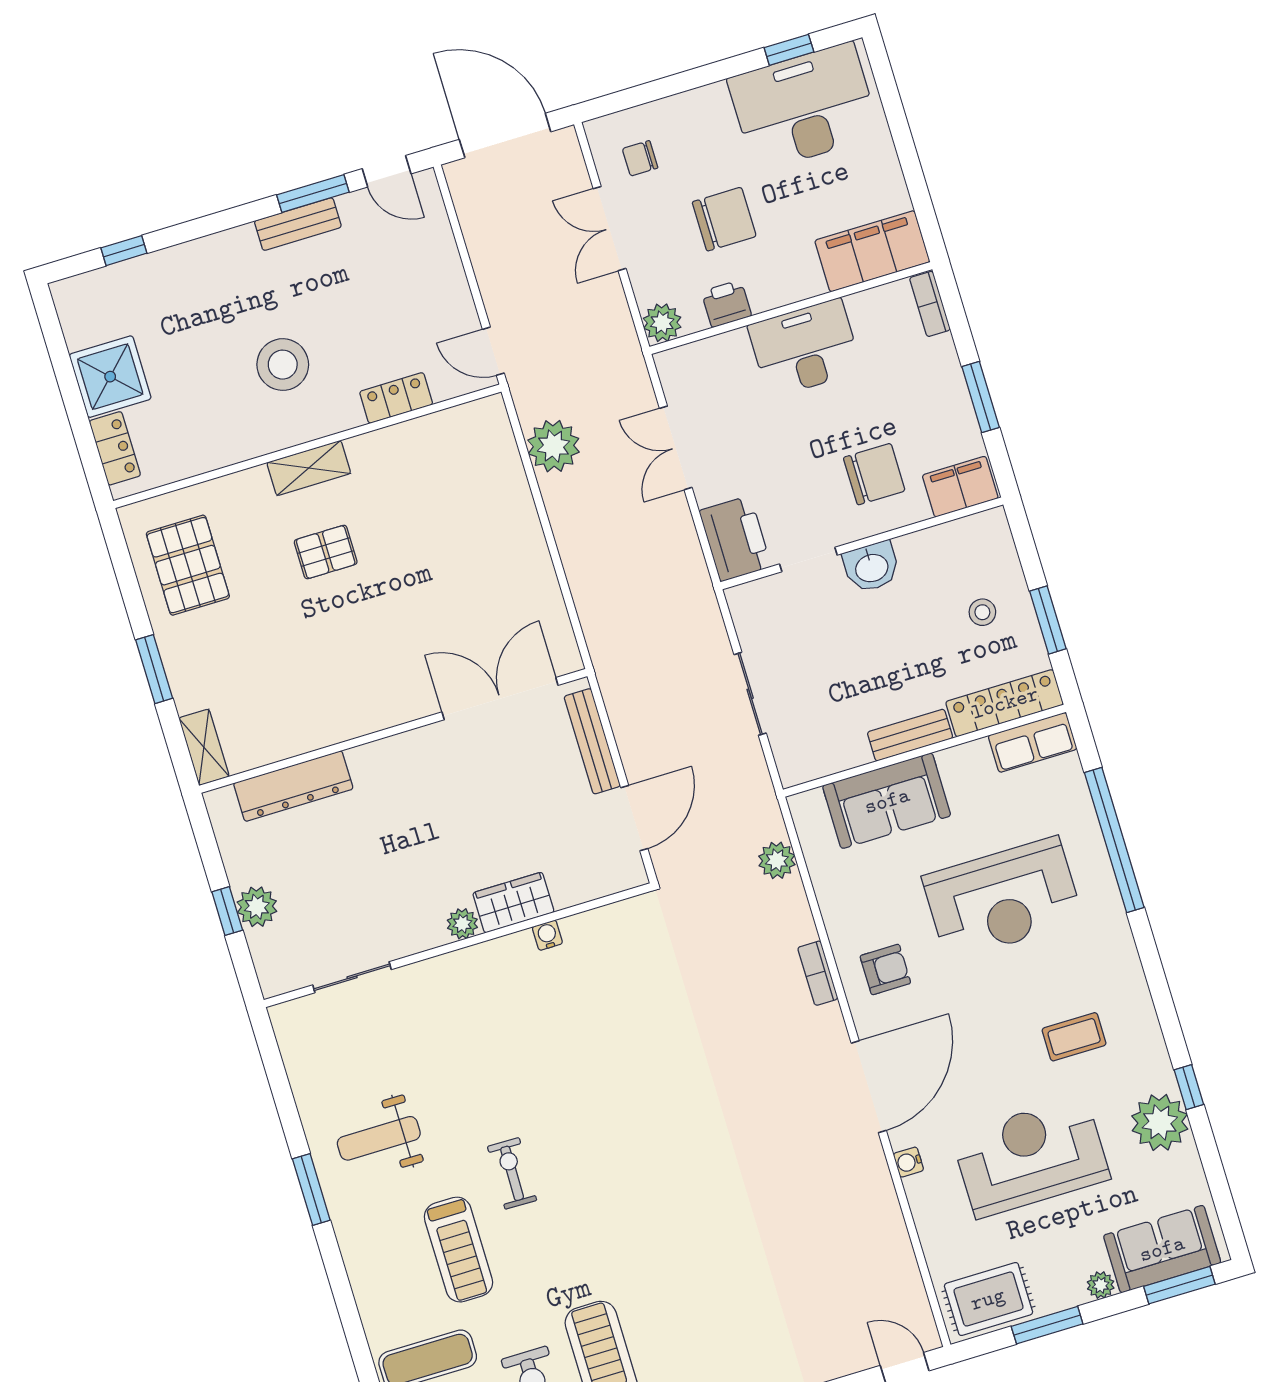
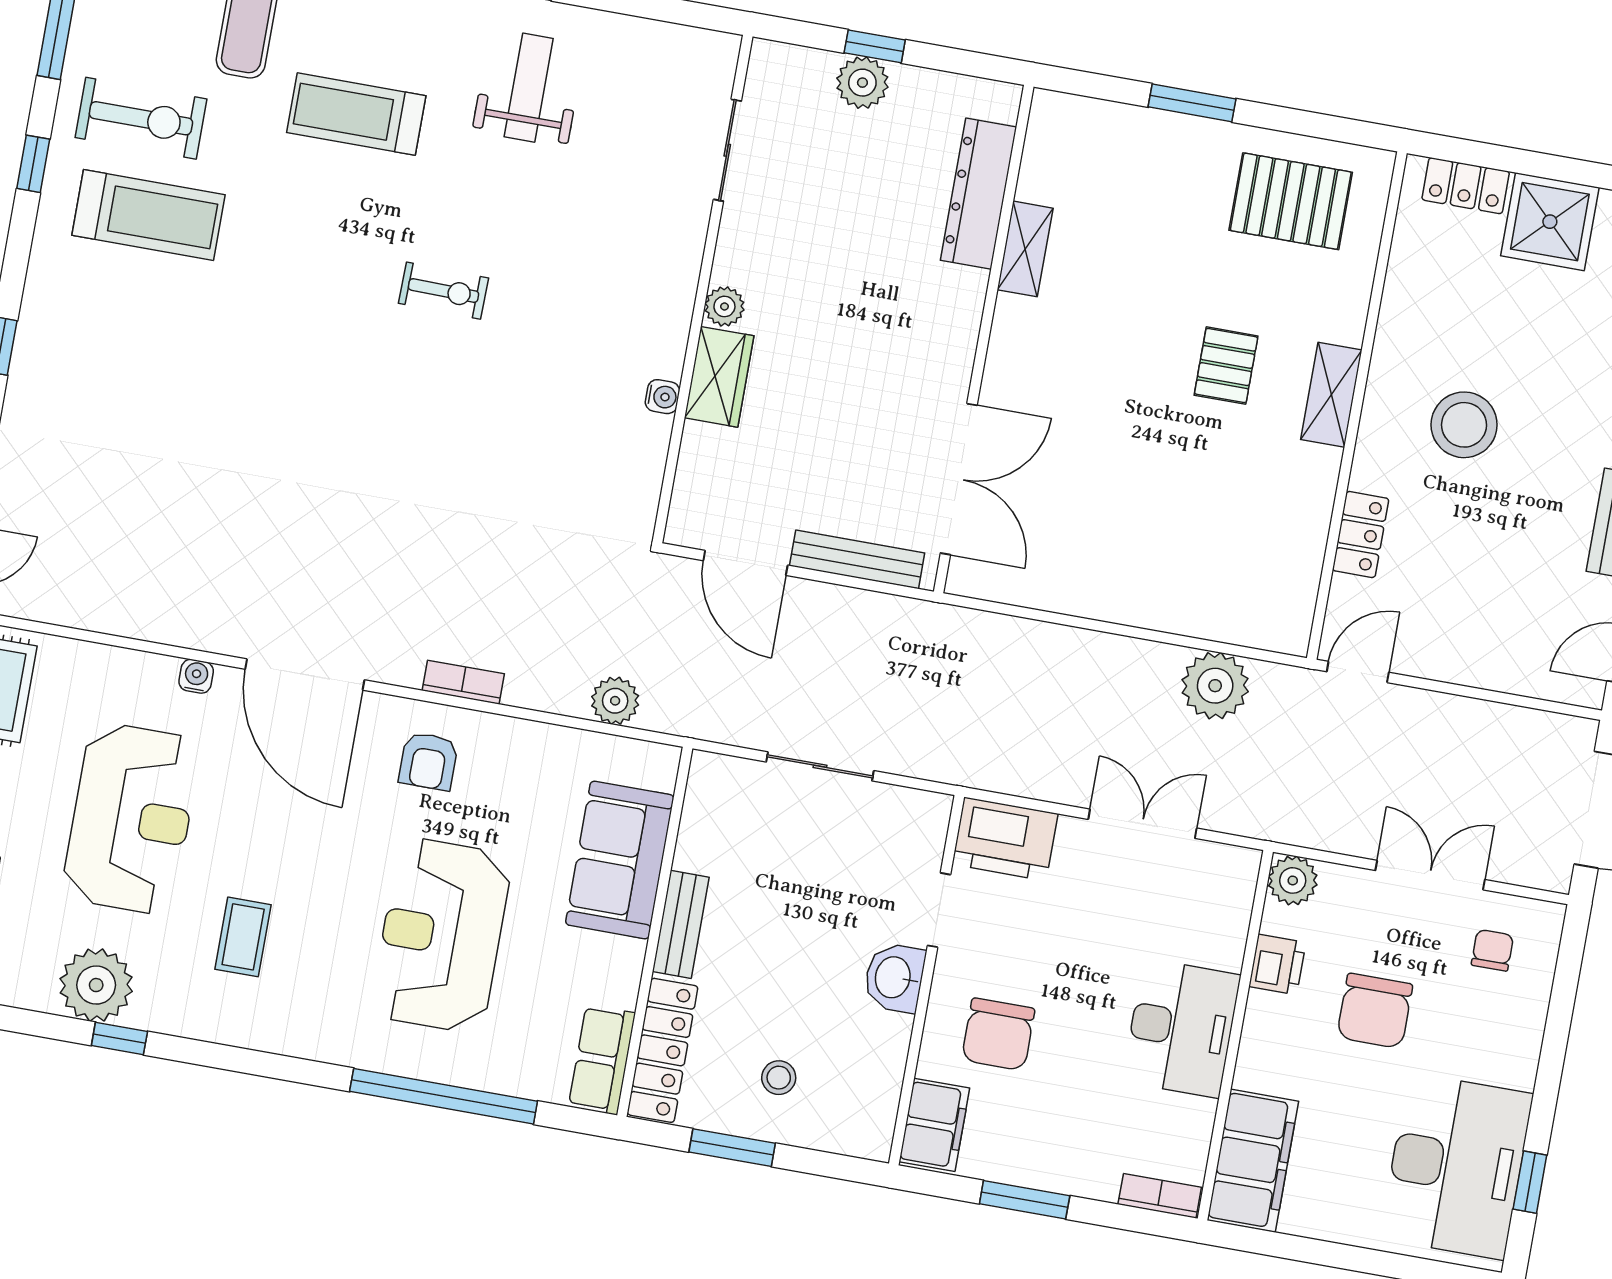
shelving: (204, 747) -> (1025, 249), moved, turned 90
exercise bike: (512, 1173) -> (444, 291), moved

